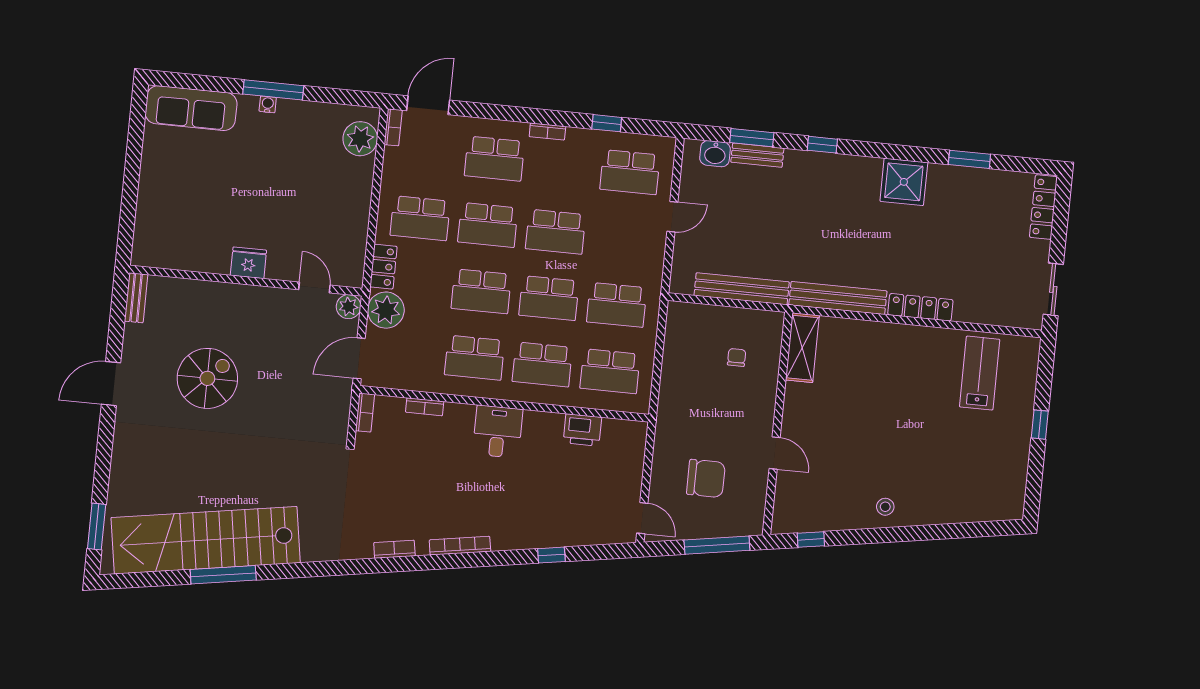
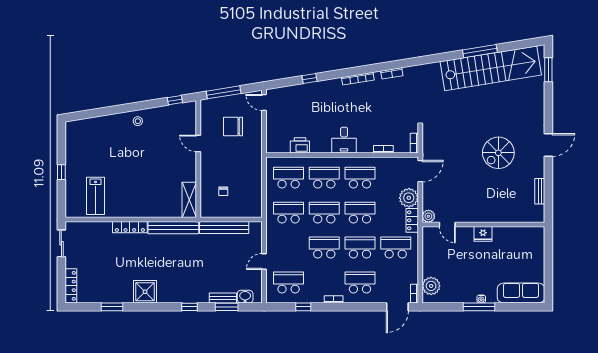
fridge: (248, 263) -> (483, 234), moved
wall: (246, 281) -> (483, 224), moved
door: (314, 287) -> (447, 224), moved
plant: (349, 307) -> (428, 216), moved

